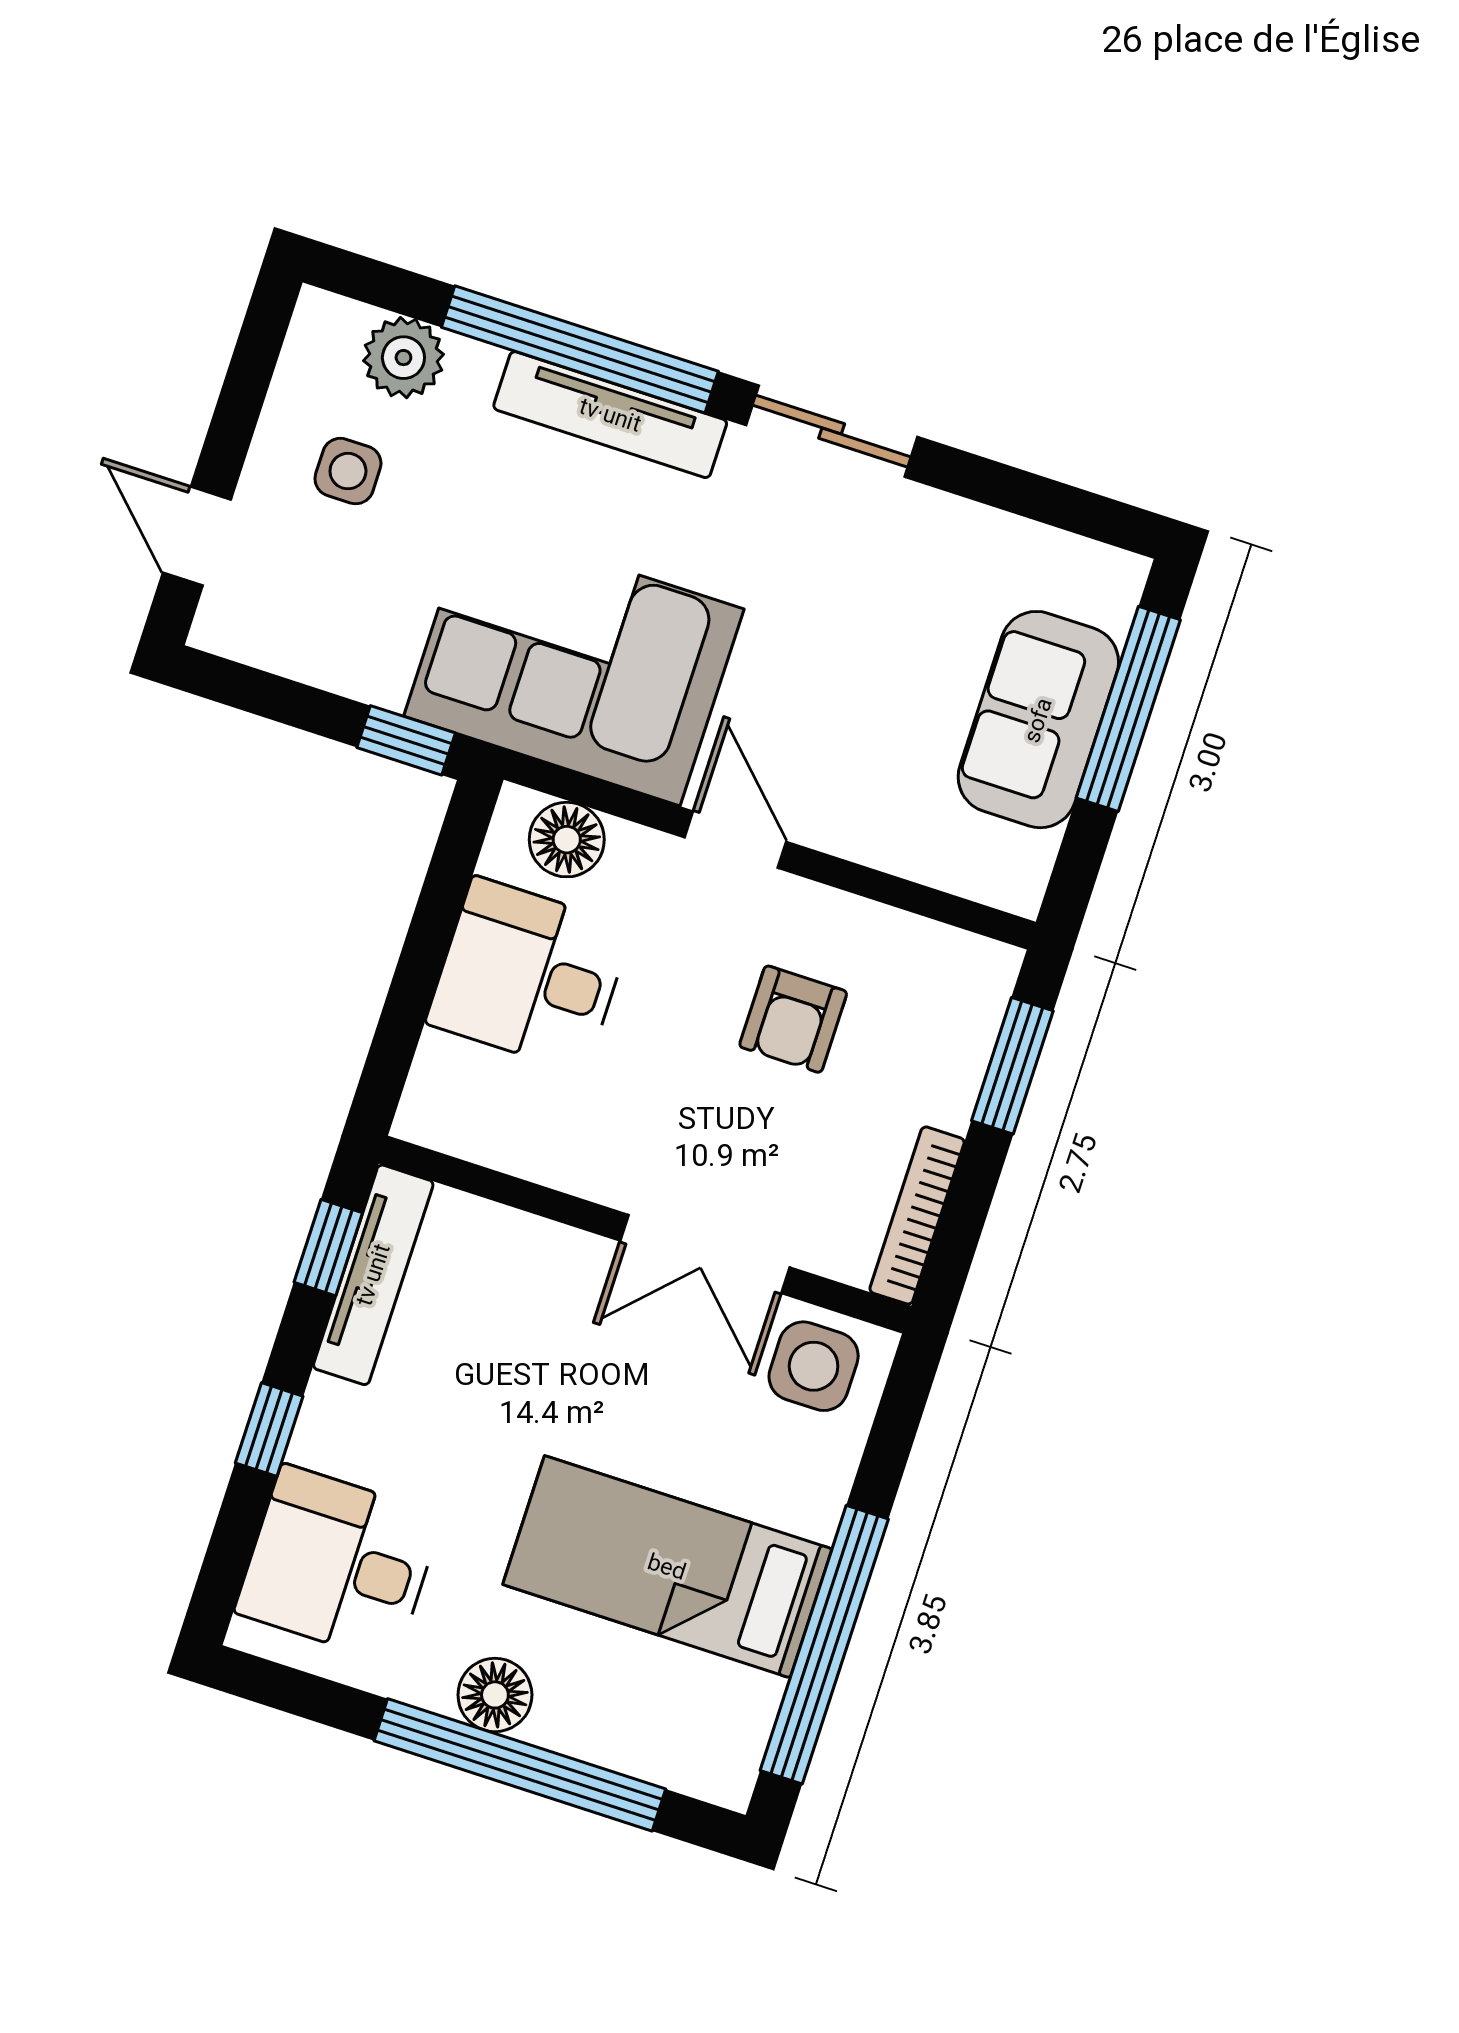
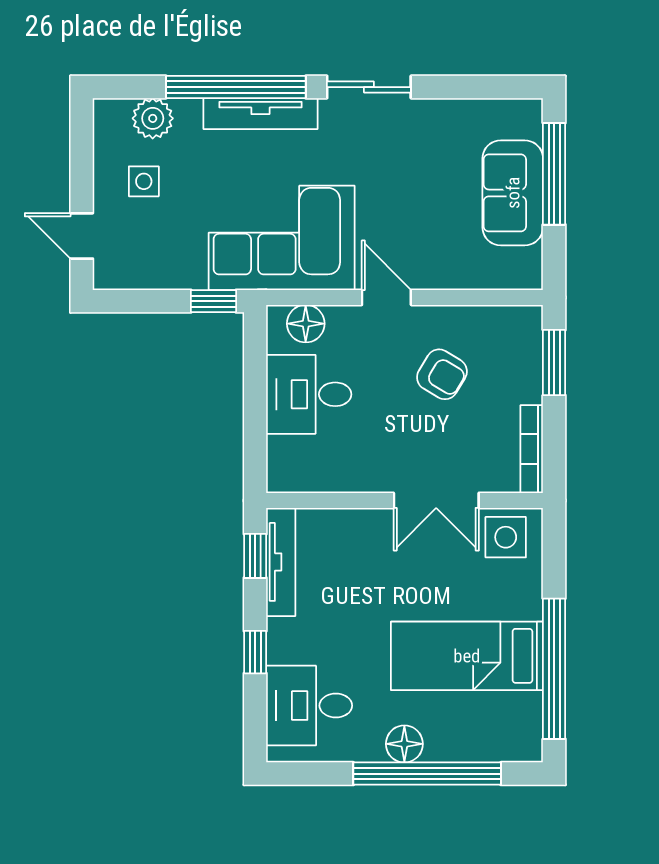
armchair: (793, 1019) -> (442, 374), turned -59

